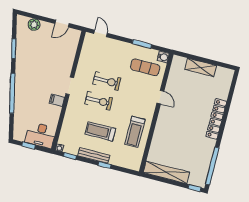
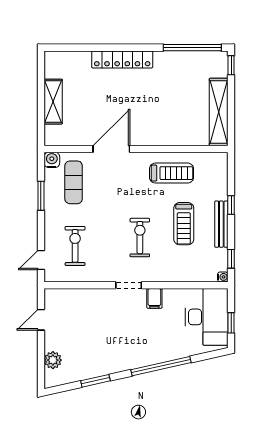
door: (62, 24) -> (41, 320), swing flipped
exercise bike: (107, 81) -> (75, 246), moved
door: (160, 97) -> (111, 149), width x1.88
desk: (41, 135) -> (207, 317), width x1.36, depth x1.30

